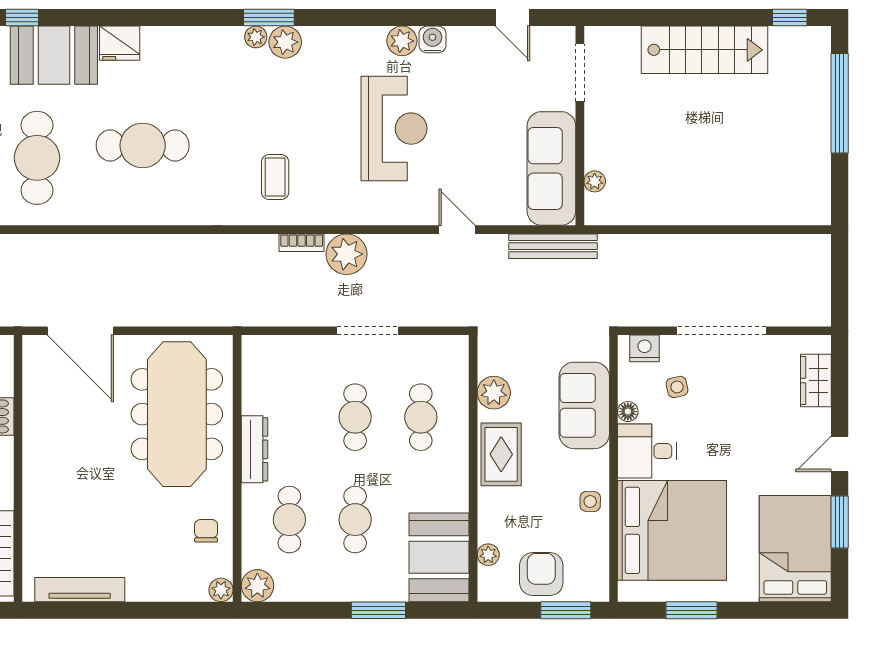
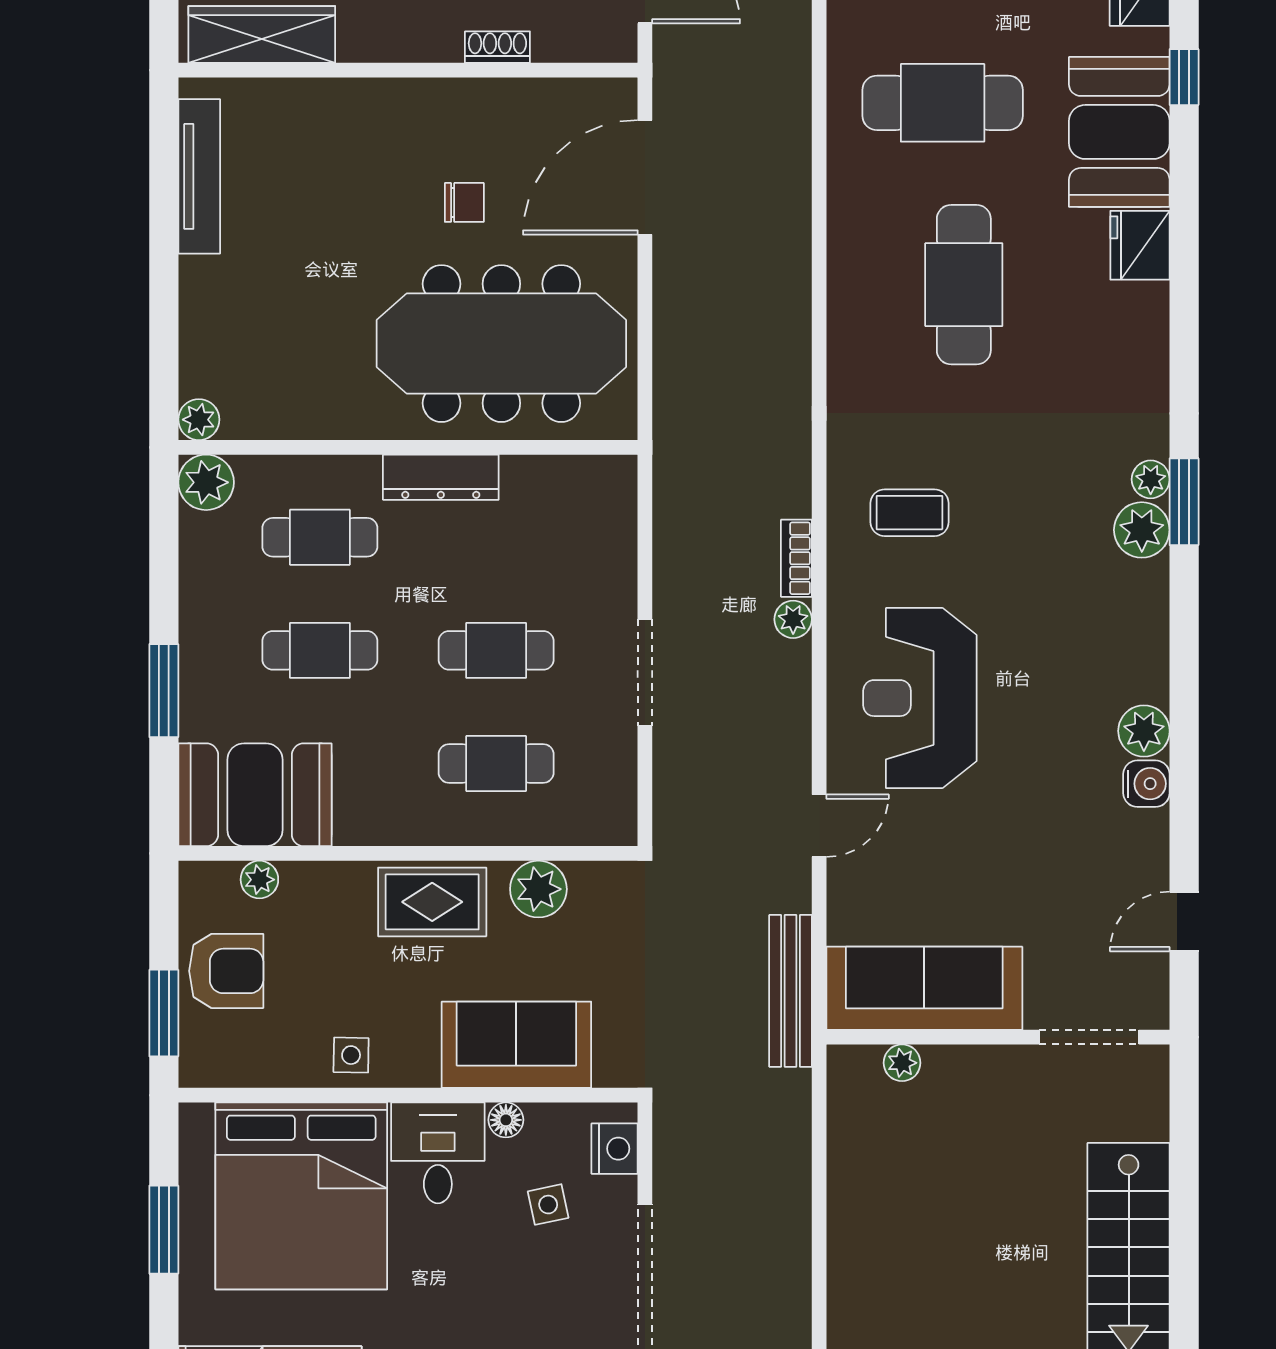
reception desk: (394, 129) -> (920, 698), moved, turned 90
plant: (347, 254) -> (793, 619), width x0.53, depth x0.53
chair: (206, 531) -> (464, 202), moved

